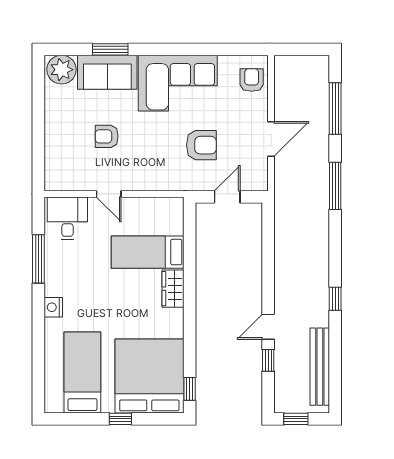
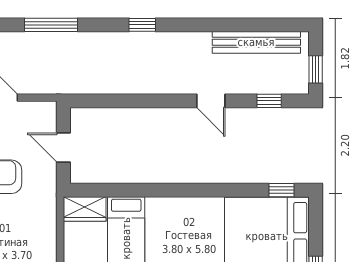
wardrobe: (173, 289) -> (85, 209), moved
window: (335, 299) -> (142, 25), moved
window: (268, 360) -> (269, 101), moved

